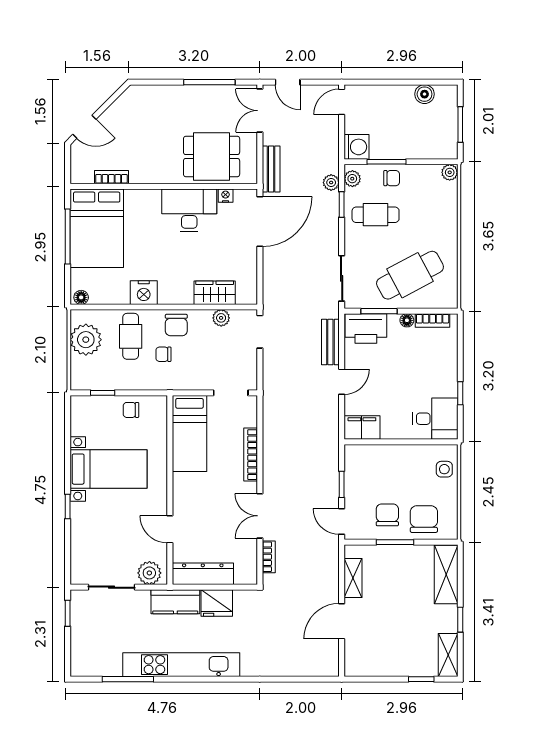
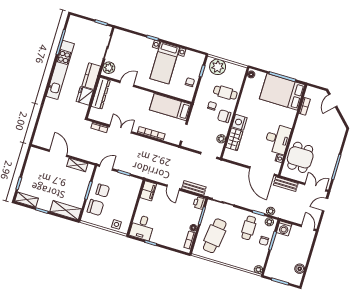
cafe table: (410, 275) -> (215, 236), turned 35
nightstand: (144, 293) -> (239, 122), moved
printer: (366, 328) -> (199, 203), width x0.53, depth x0.68
plant: (86, 340) -> (218, 67), moved

